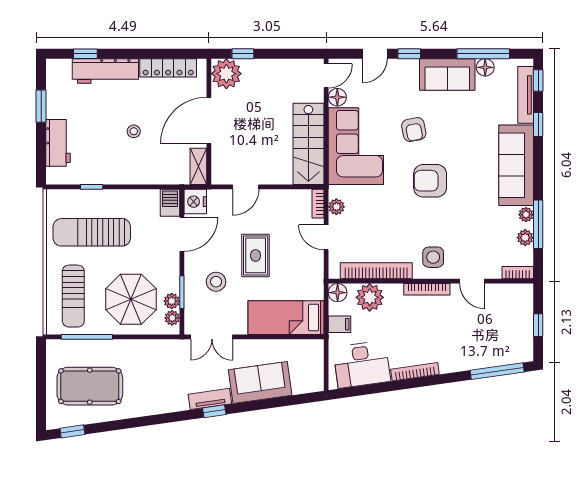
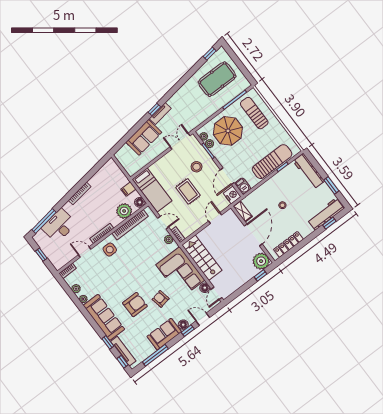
door: (375, 54) -> (203, 319), hinge flipped
floor lamp: (485, 67) -> (183, 325), moved
workbench: (105, 71) -> (326, 214), moved
workbench: (58, 143) -> (309, 171), width x1.37
armchair: (430, 181) -> (135, 305), moved
window: (538, 224) -> (75, 299), removed
sun lounger: (92, 232) -> (272, 162), moved
bed: (286, 318) -> (152, 190), moved, turned 90
desk: (362, 364) -> (59, 226), moved

